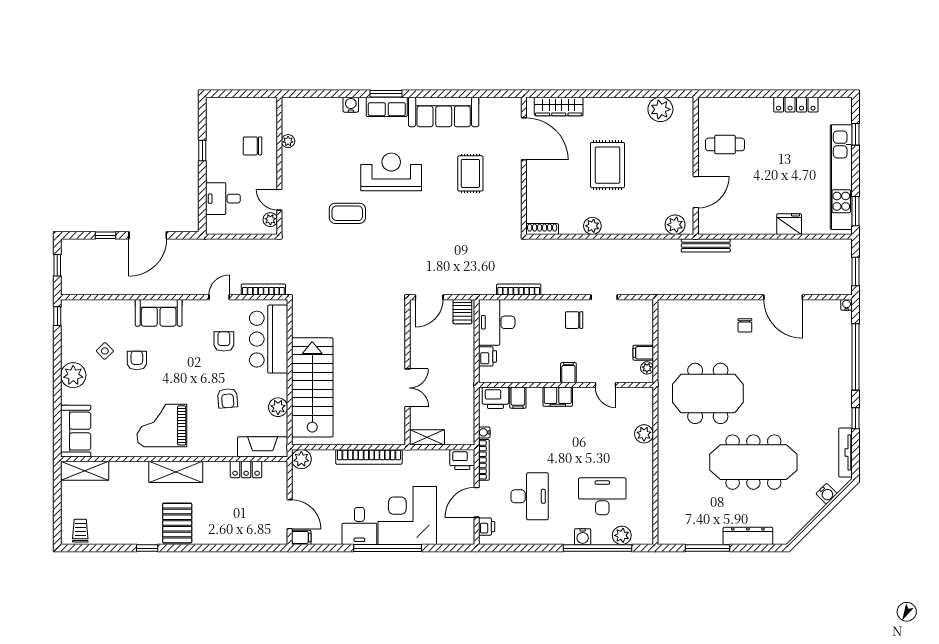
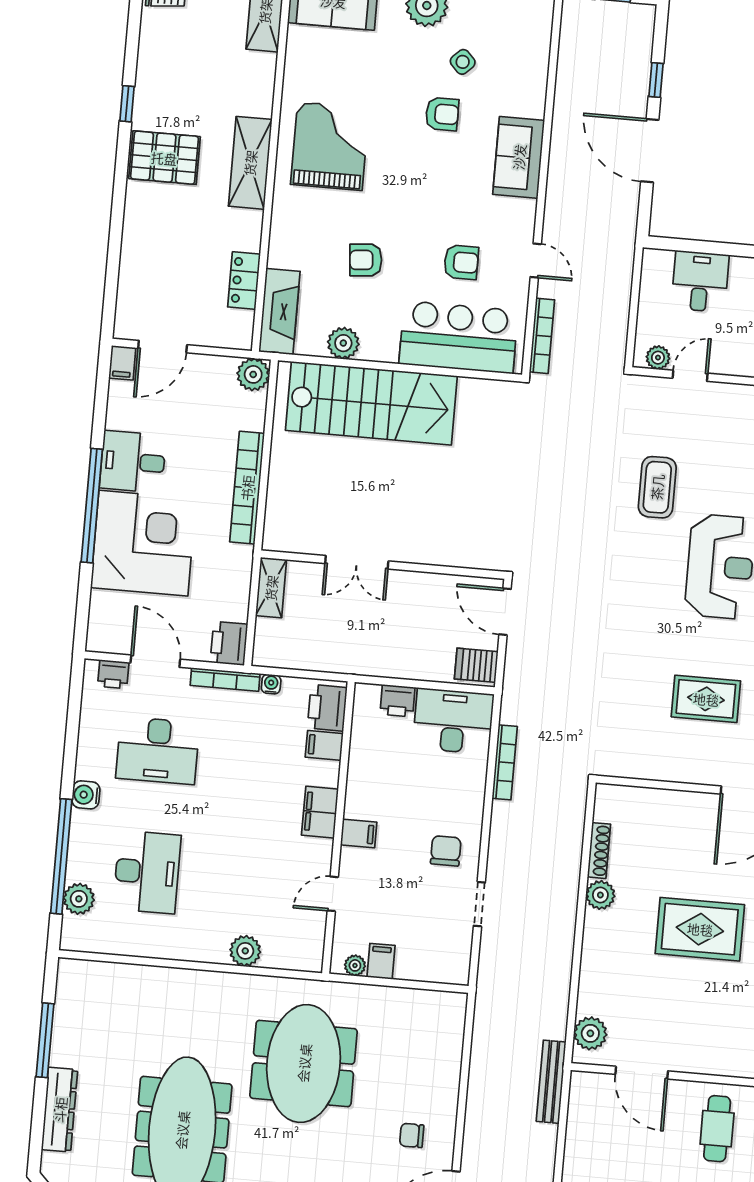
shoe rack: (542, 229) -> (599, 851), moved
water cooler: (583, 537) -> (86, 795), moved

